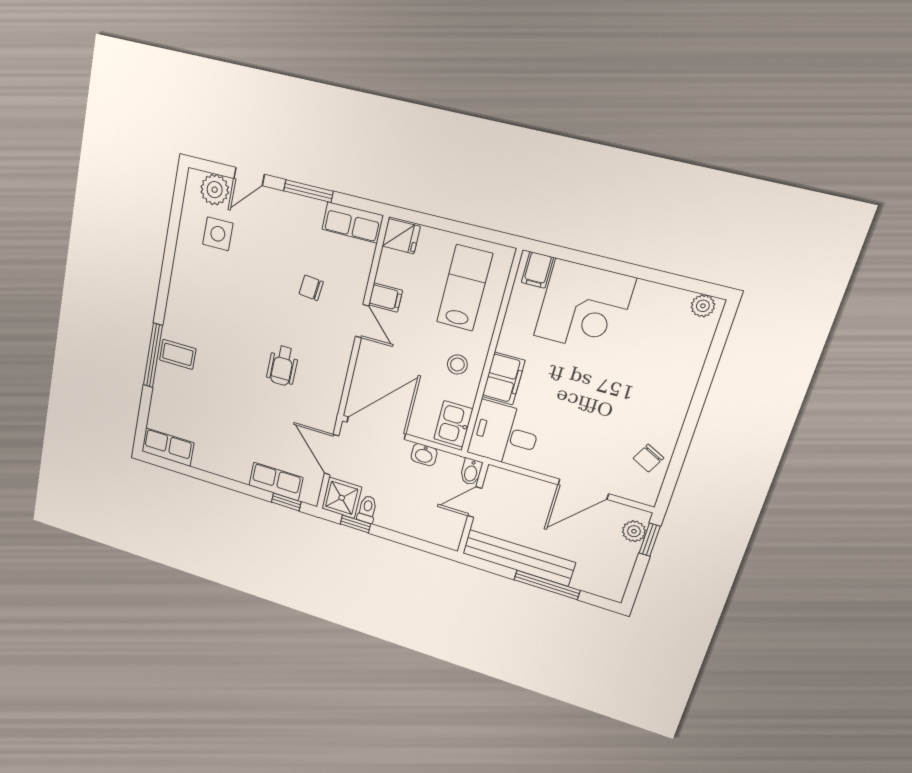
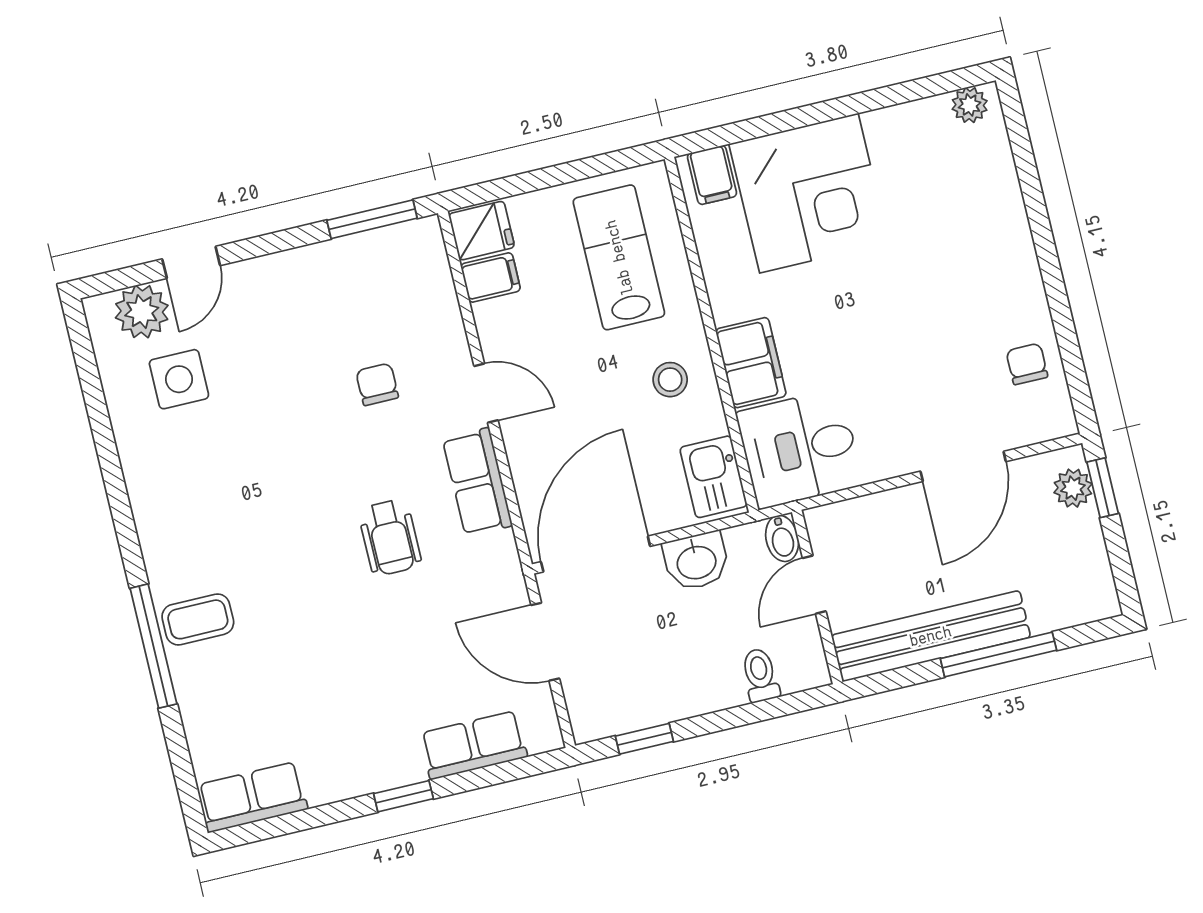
window: (308, 191) -> (372, 219), moved
row of seats: (352, 222) -> (477, 482), moved, turned 90
chair: (311, 288) -> (377, 384), turned 84
filing cabinet: (385, 297) -> (491, 277), moved
washbasin: (424, 455) -> (696, 561), width x1.38, depth x1.45
chair: (648, 458) -> (1027, 364), turned 153
shower: (342, 498) -> (599, 707), removed
window: (286, 502) -> (403, 796), moved
toilet: (367, 509) -> (760, 675), moved

